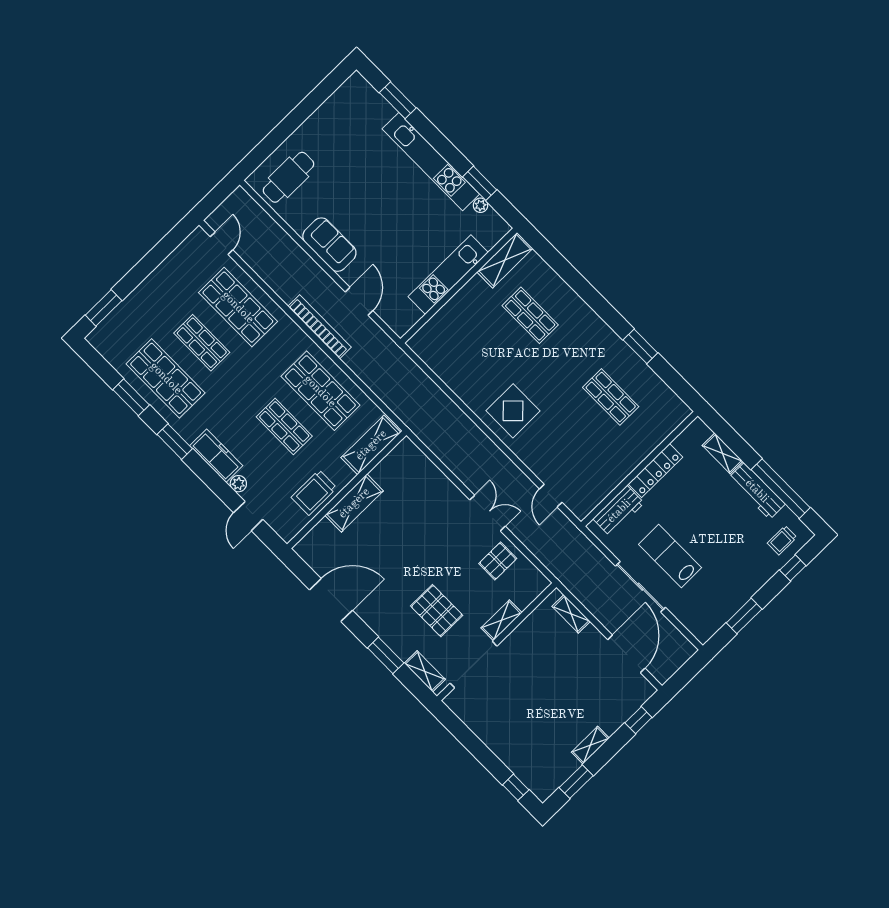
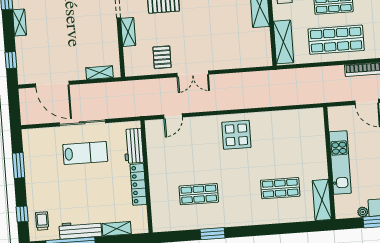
door: (551, 496) -> (173, 116), swing flipped

